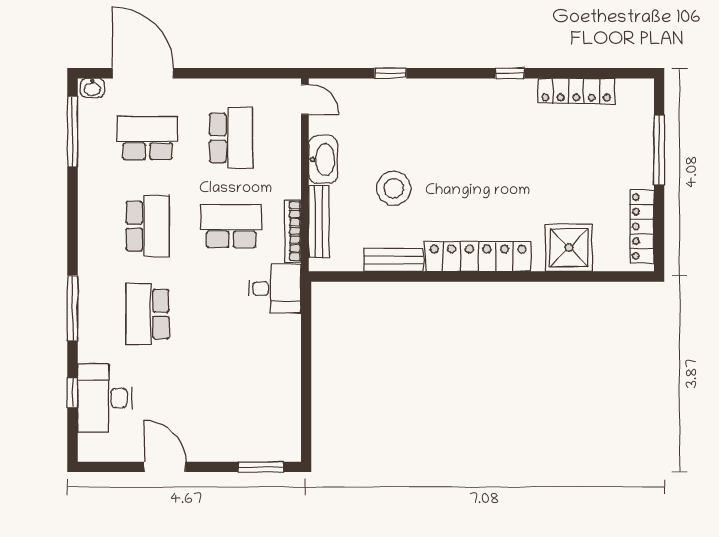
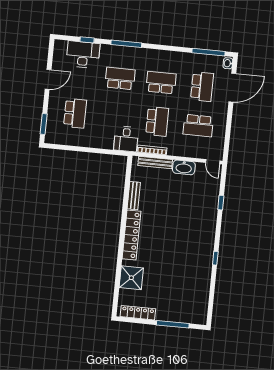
locker: (576, 91) -> (204, 288), removed
door: (305, 99) -> (213, 162), hinge flipped
stool: (394, 188) -> (167, 199), removed
school desk: (148, 226) -> (161, 83), turned 180
school desk: (231, 402) -> (75, 113), added

